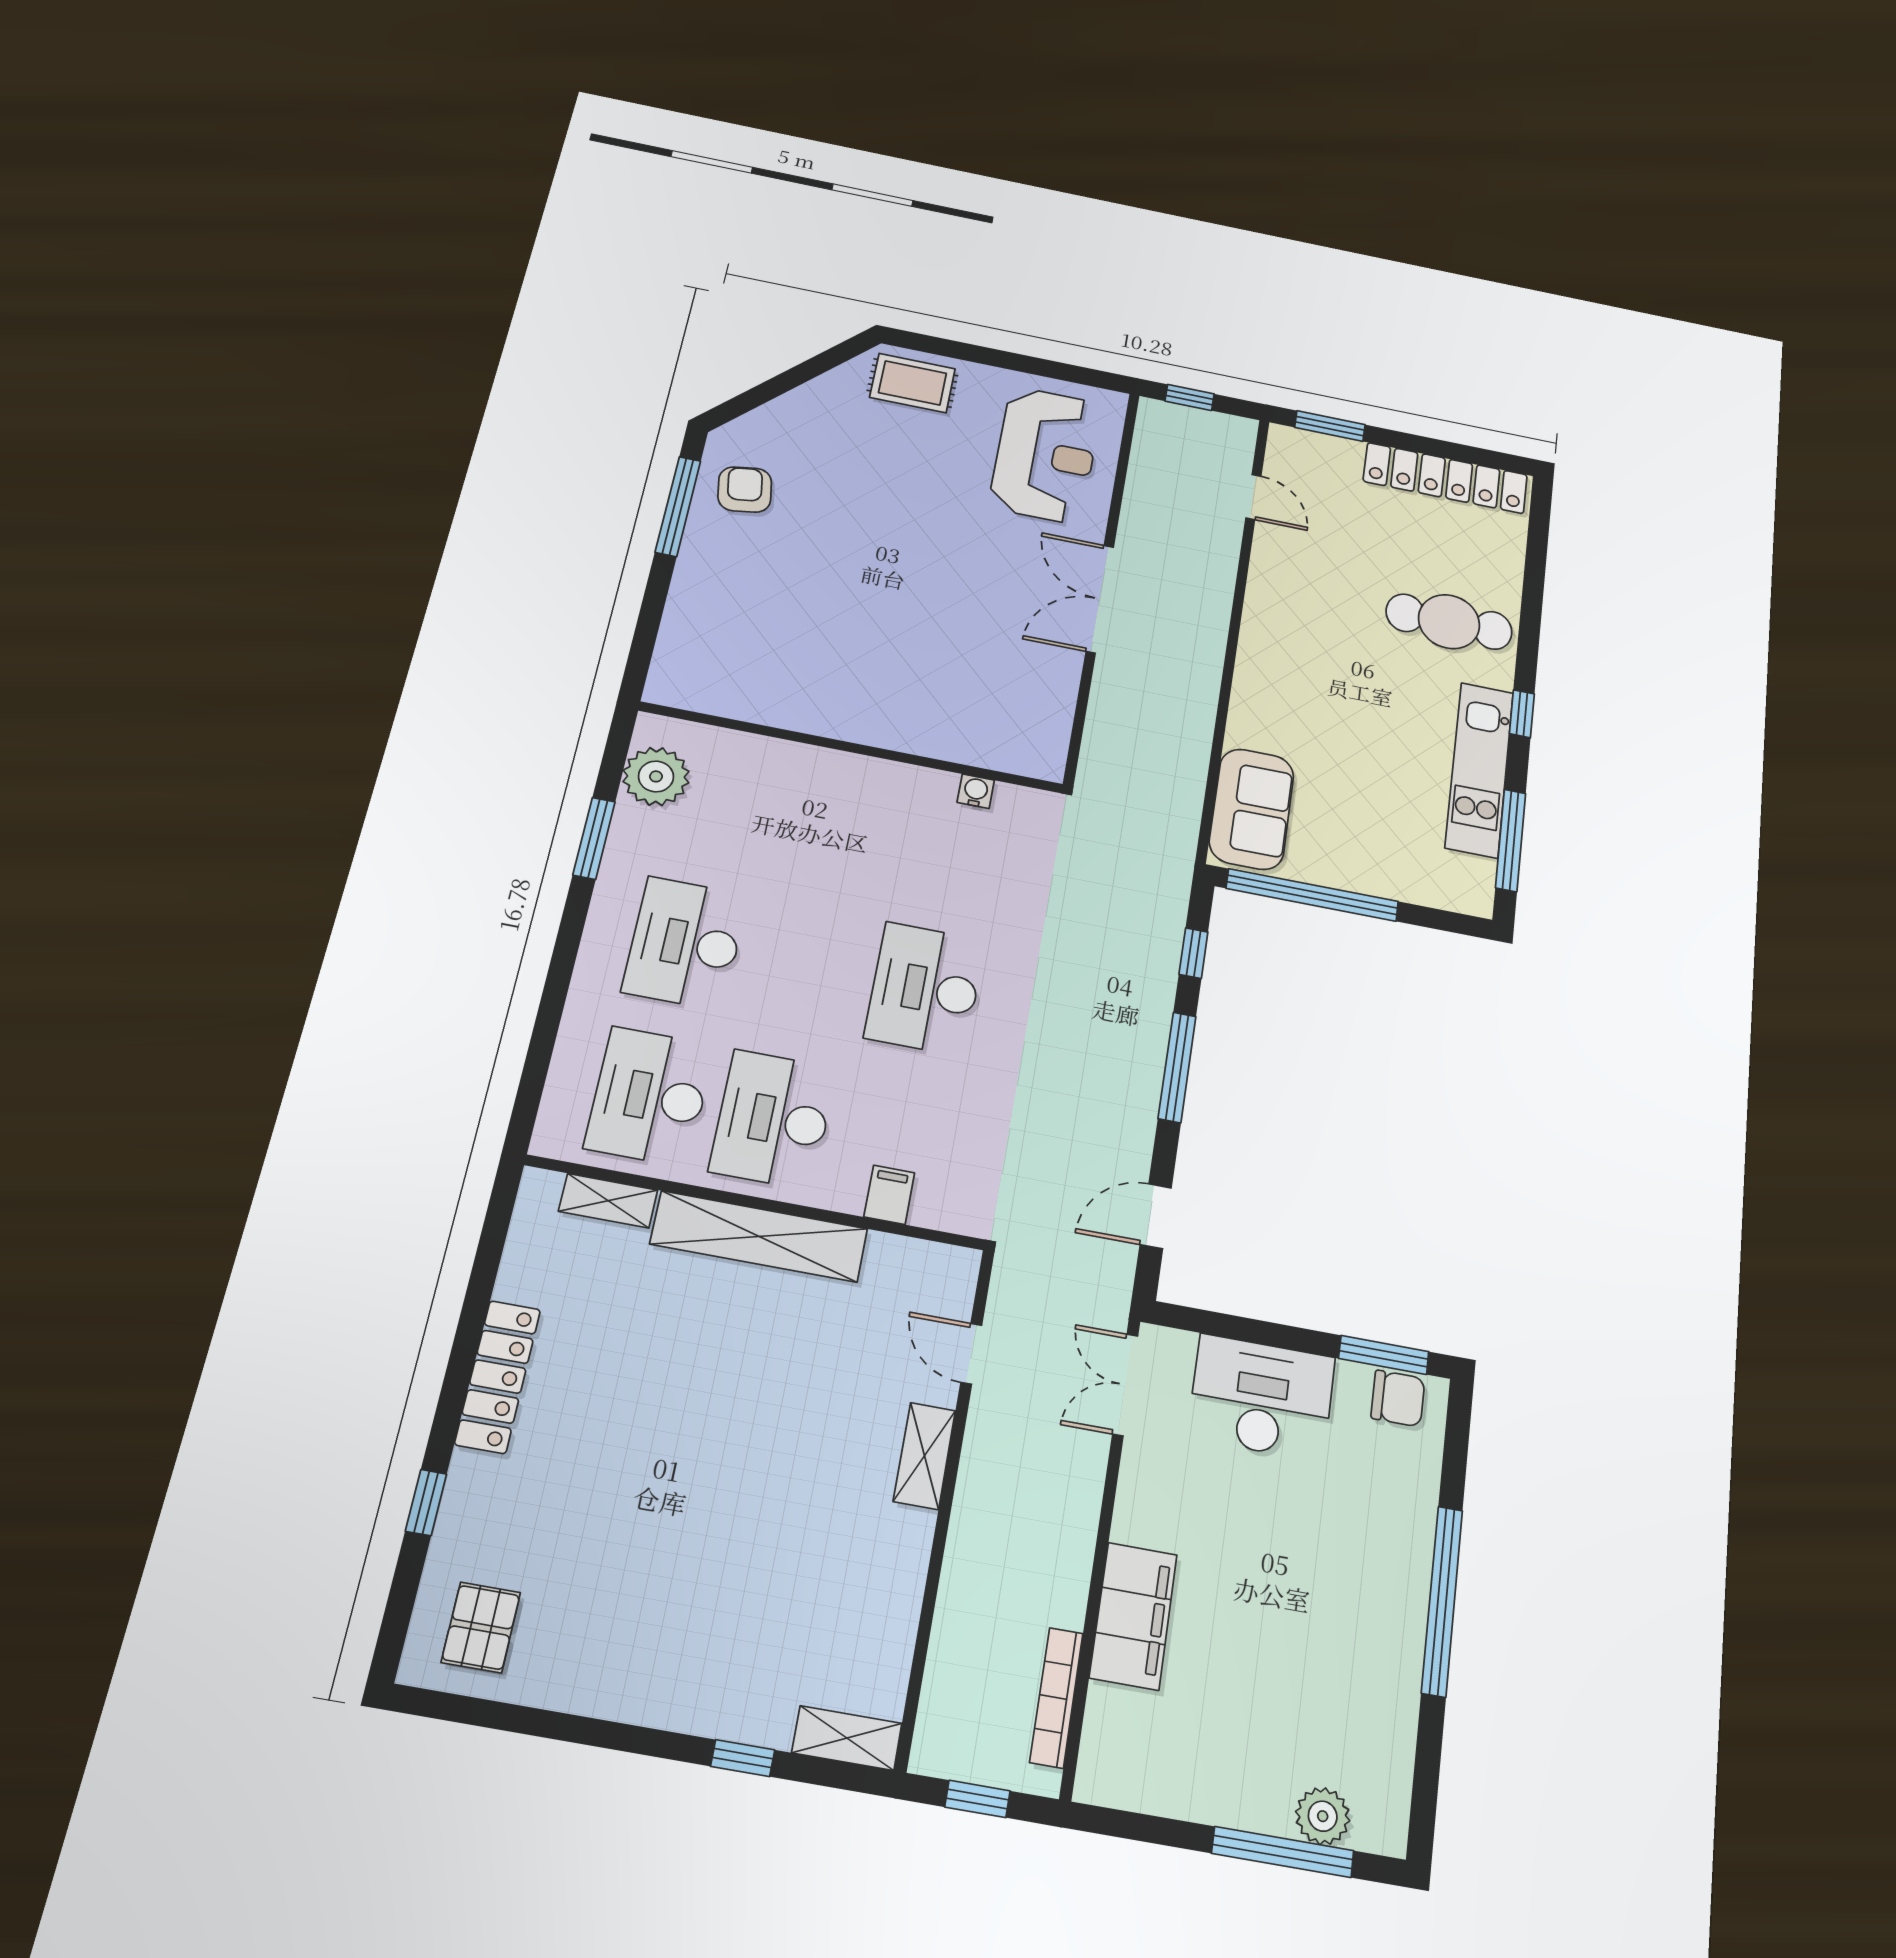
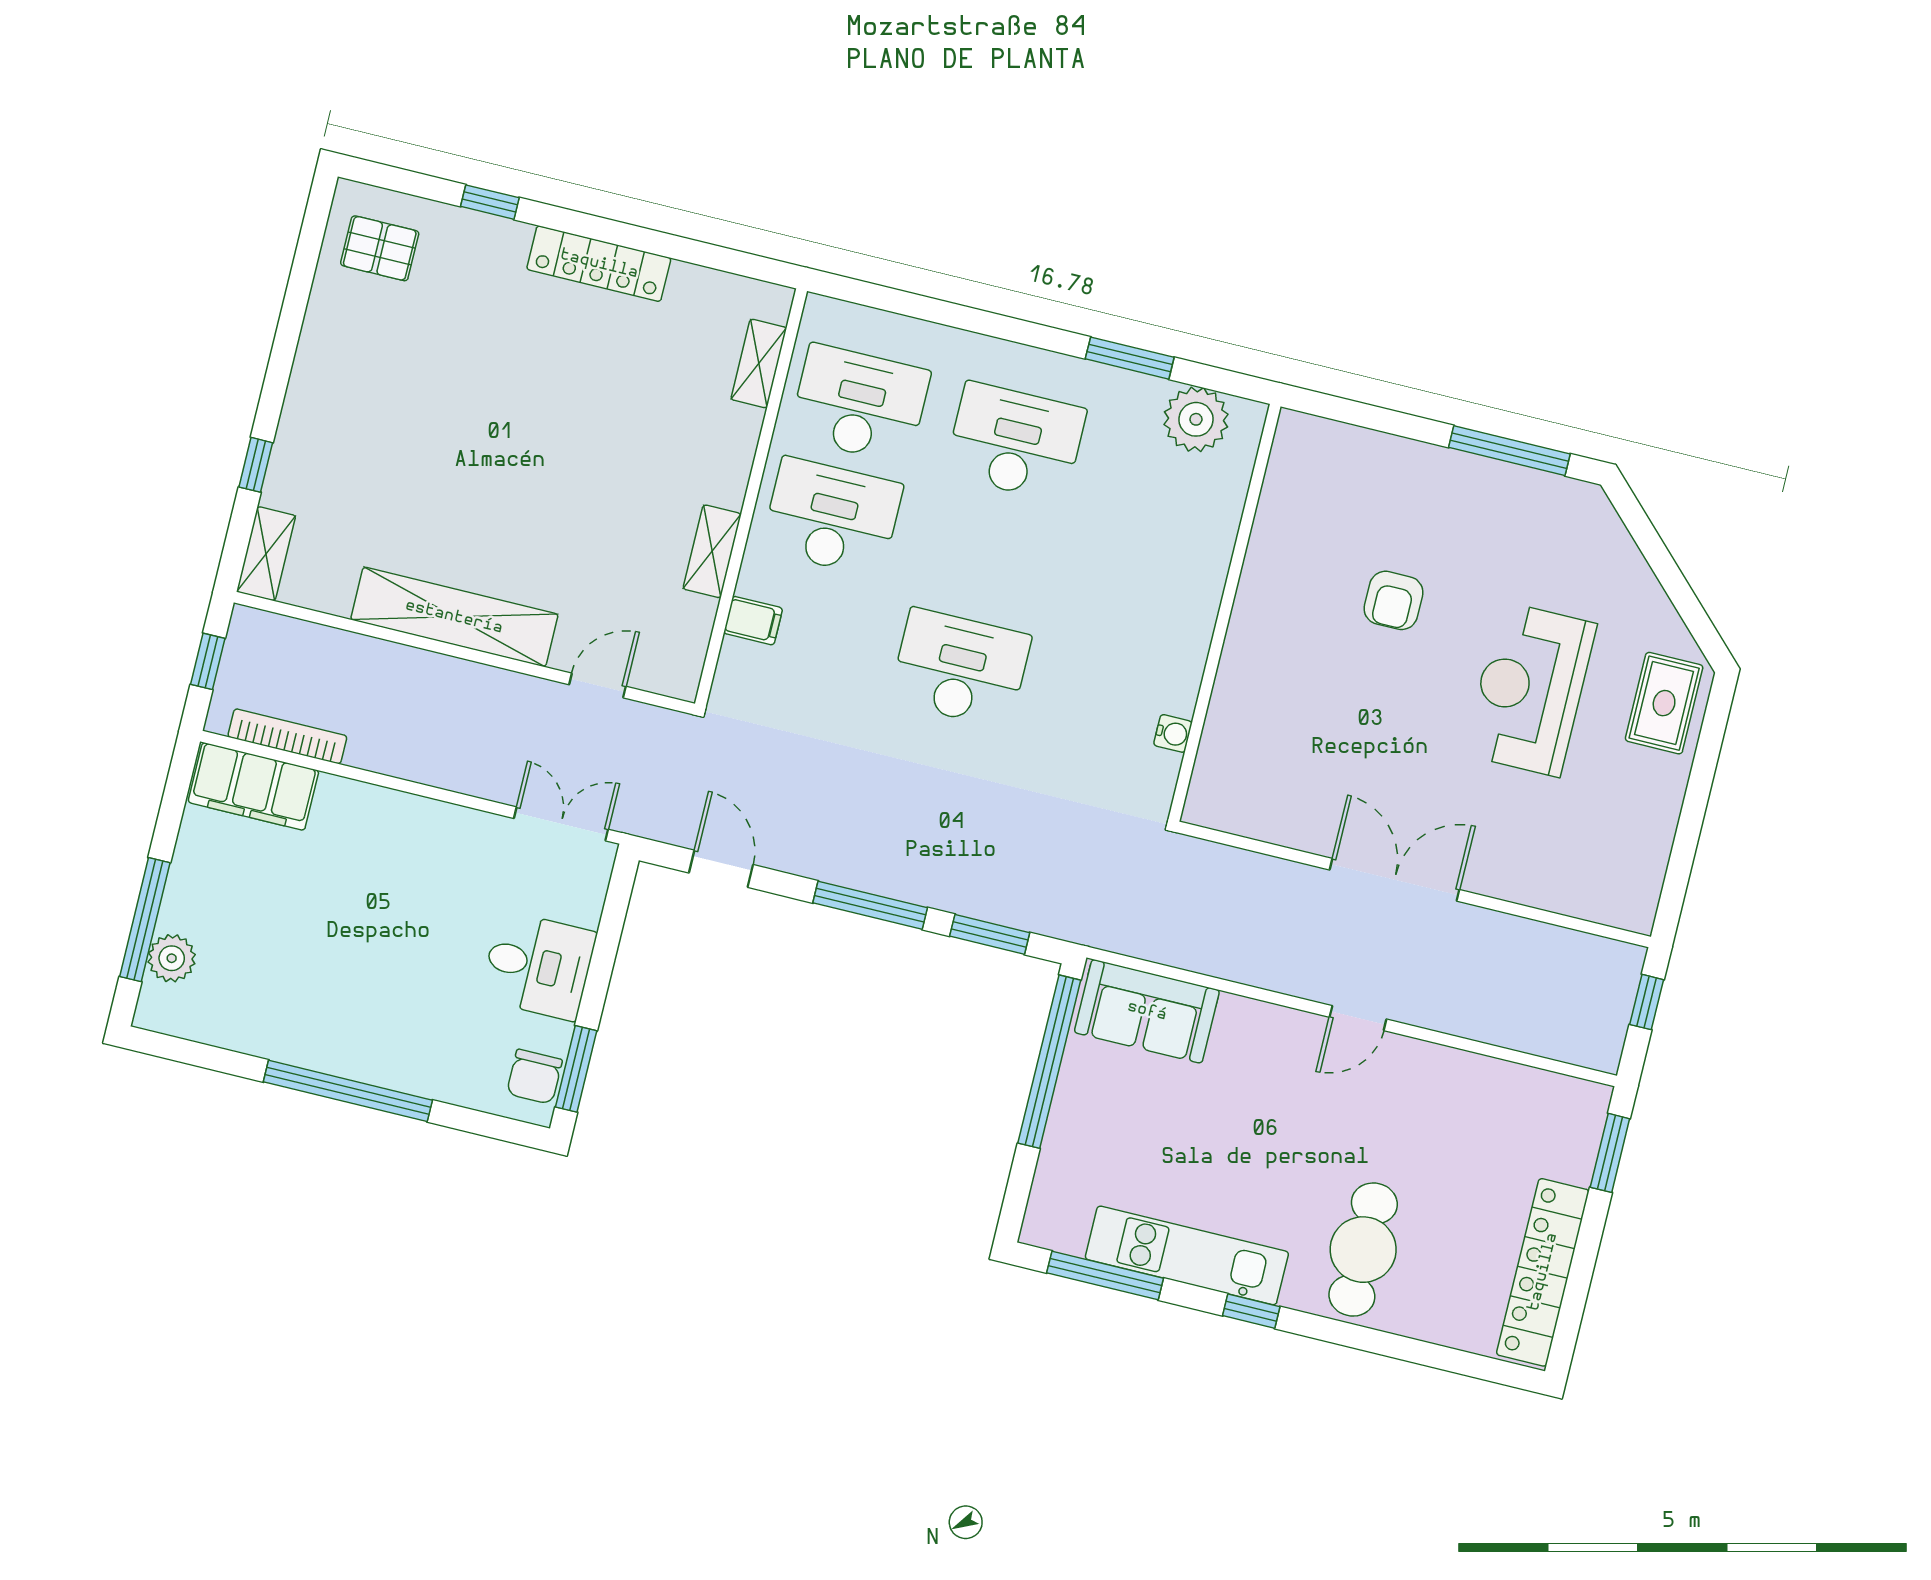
reception desk: (1045, 455) -> (1530, 689), moved, turned 90
armchair: (745, 490) -> (1393, 600), moved, turned 99
door: (1253, 497) -> (1358, 1018), moved
window: (1193, 953) -> (990, 934), width x1.50
shelving: (759, 1236) -> (712, 551), width x0.45, depth x0.75
desk: (1262, 1397) -> (538, 966), width x0.73
shelving: (924, 1456) -> (454, 617), width x2.20, depth x1.33
filing cabinet: (1133, 1616) -> (253, 786), moved

